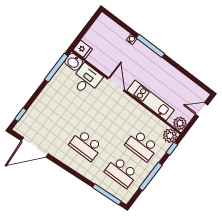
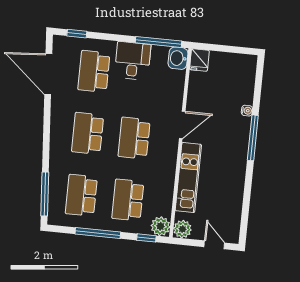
desk: (86, 80) -> (133, 61), moved, turned -90
school desk: (50, 118) -> (94, 71), added
school desk: (106, 119) -> (134, 138), added

